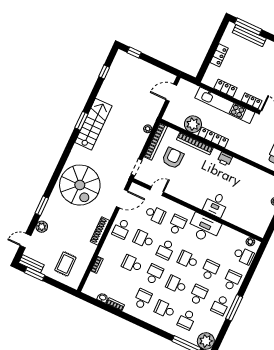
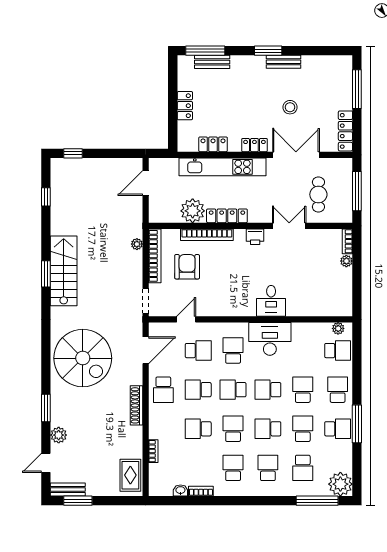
bench: (249, 36) -> (212, 62), width x0.73
double door: (250, 162) -> (289, 226), added
school desk: (166, 249) -> (233, 390), turned 90
rug: (65, 264) -> (130, 475), moved
school desk: (220, 305) -> (338, 429), turned -90
school desk: (165, 309) -> (268, 468), turned 90

